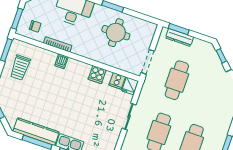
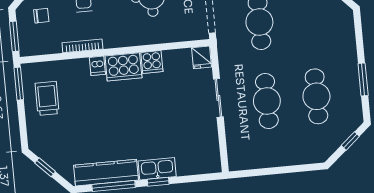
chair: (35, 26) -> (41, 16), moved
trolley: (20, 68) -> (47, 98), turned 180
cooker: (117, 81) -> (123, 67), moved, width x1.87, depth x1.31

